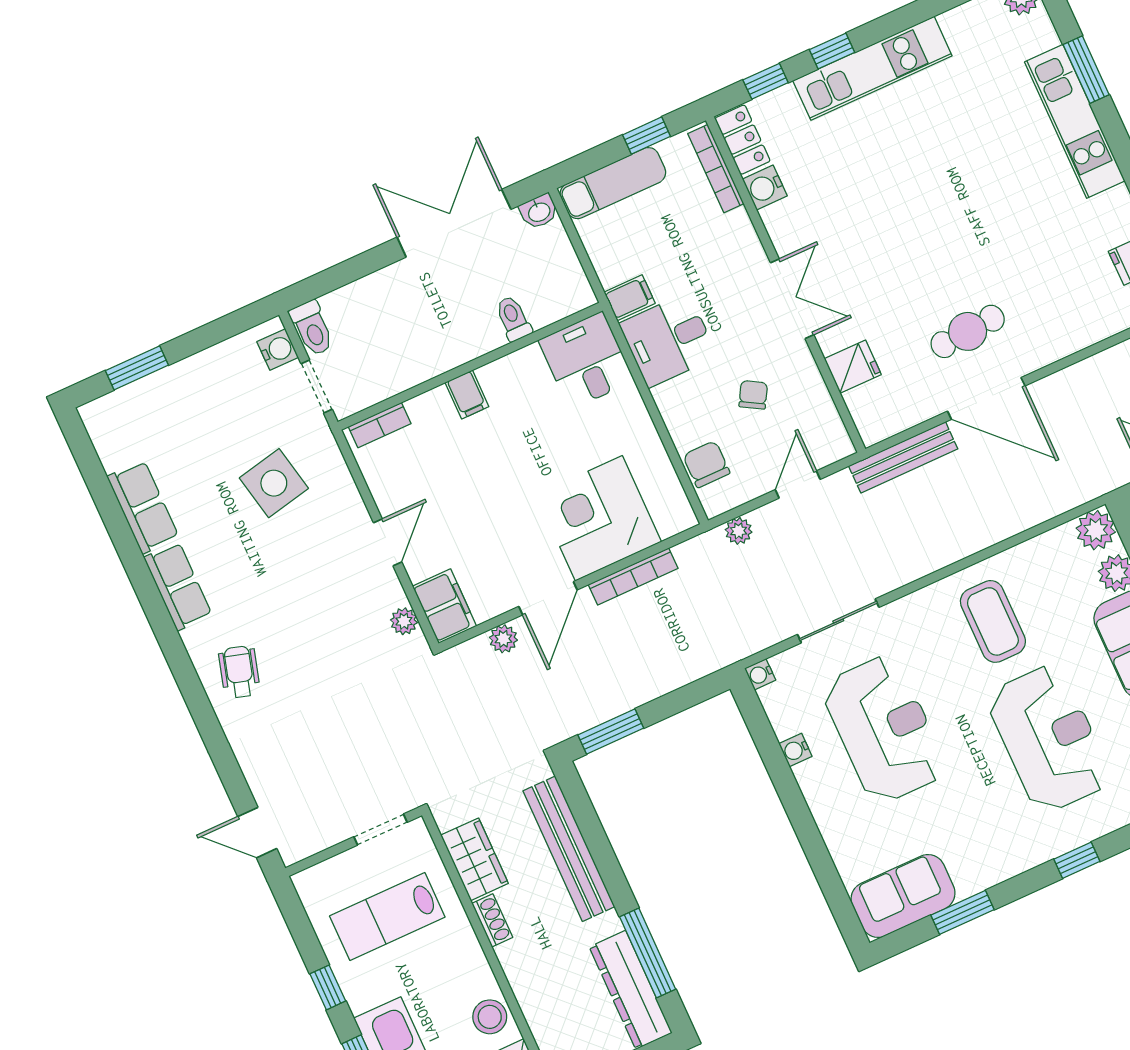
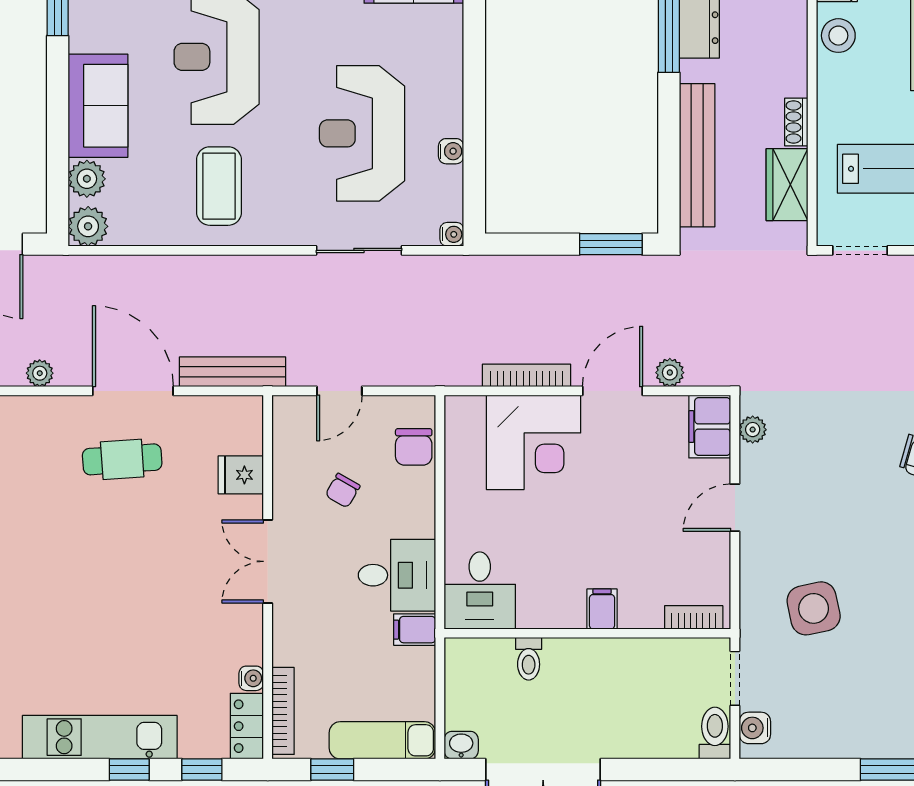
water cooler: (765, 187) -> (251, 678), width x0.72, depth x0.72
plant: (739, 531) -> (40, 373), moved

